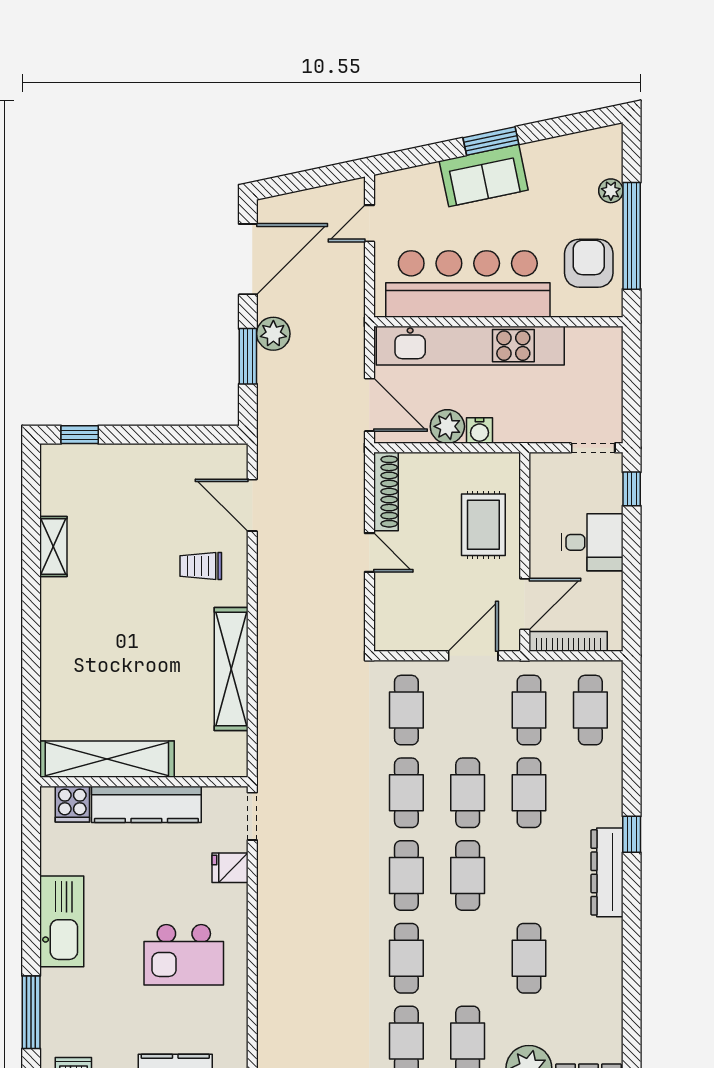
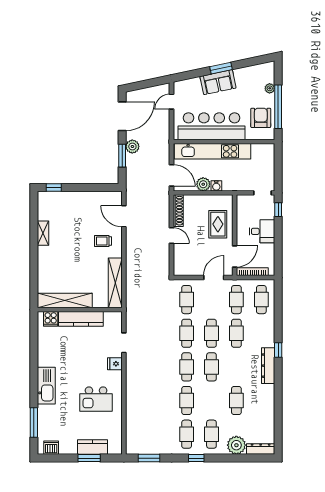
shelving: (107, 759) -> (65, 300), moved
wall: (144, 782) -> (80, 310), moved
cooker: (72, 804) -> (51, 319), moved
kitchen counter: (146, 804) -> (81, 319), moved

